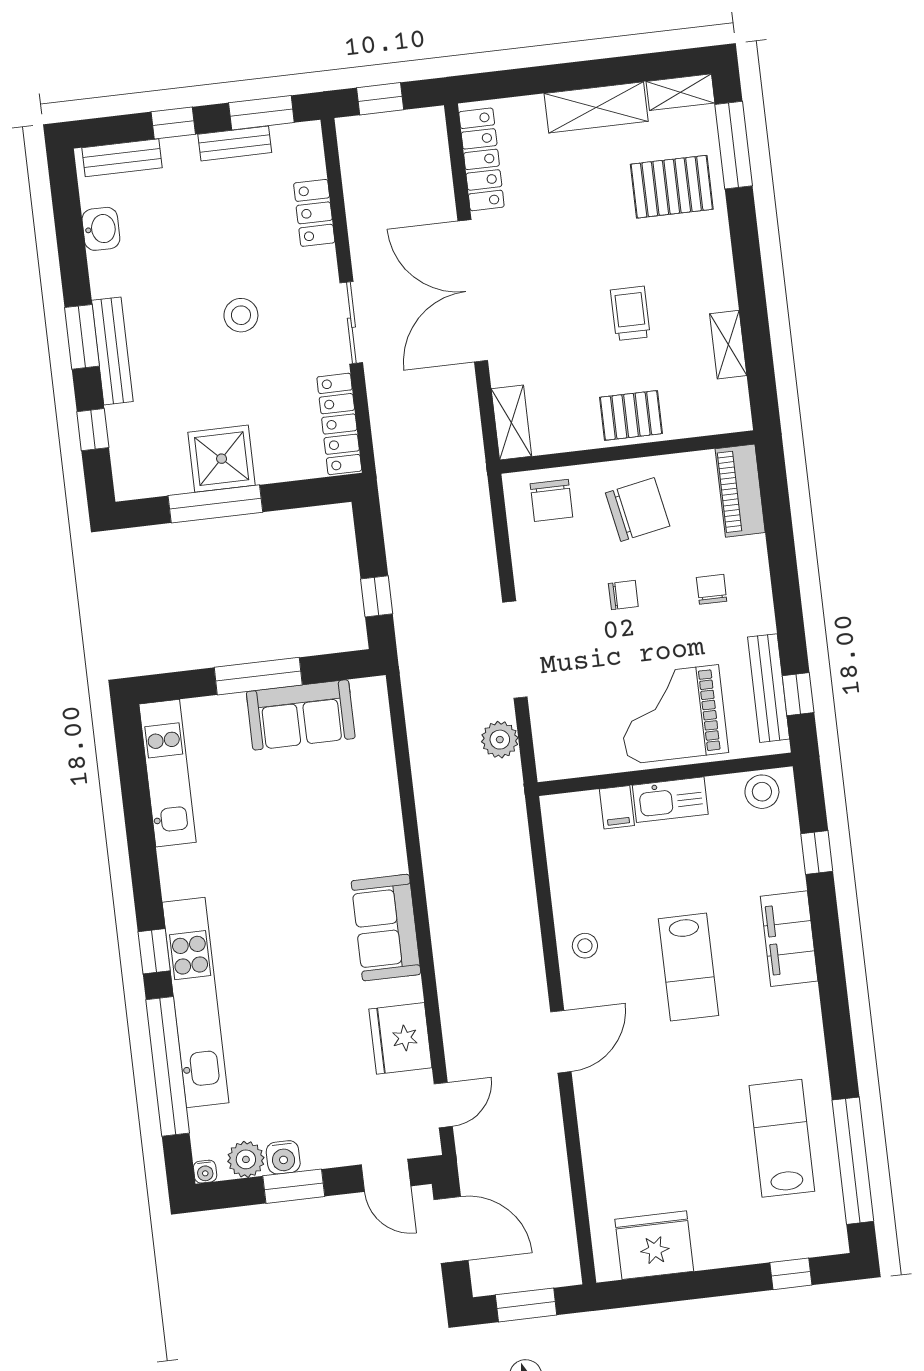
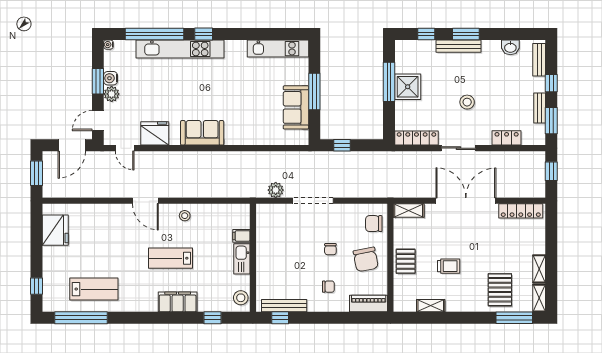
shelving: (596, 107) -> (539, 269), width x0.67, depth x0.75
grand piano: (673, 714) -> (278, 264), removed
plant: (246, 1159) -> (112, 94), moved

